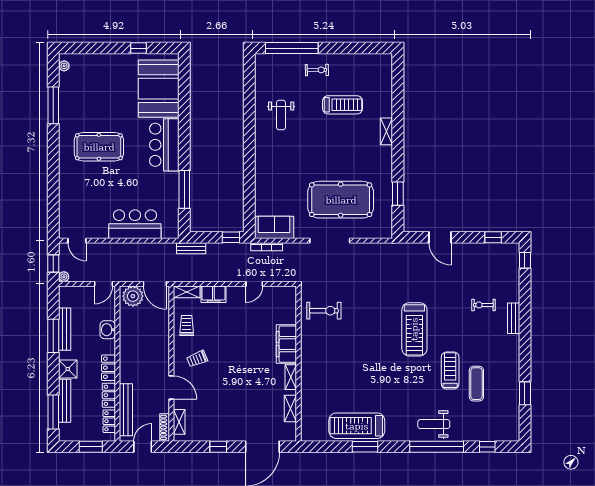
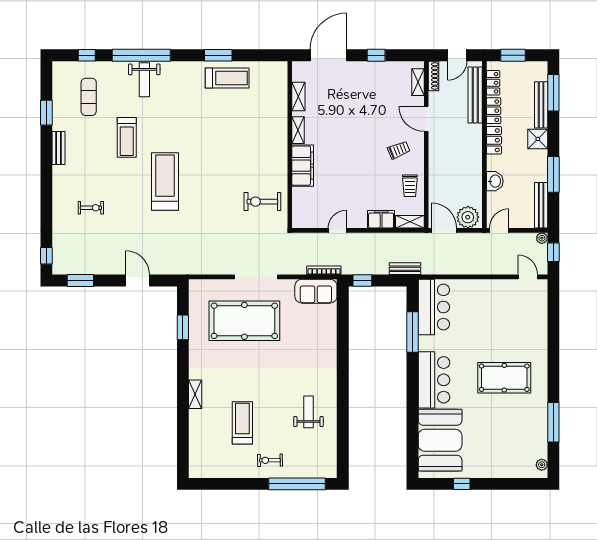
treadmill: (343, 105) -> (242, 423), turned 90
bar counter: (135, 224) -> (434, 307), moved, turned -90
window: (493, 237) -> (80, 280), width x1.50
bench: (514, 318) -> (58, 148), moved
bench: (65, 329) -> (541, 205), moved
exercise mat: (476, 384) -> (89, 97), moved
weight bench: (434, 424) -> (144, 80), turned 90
treadmill: (357, 426) -> (227, 78), width x0.73, depth x0.73

